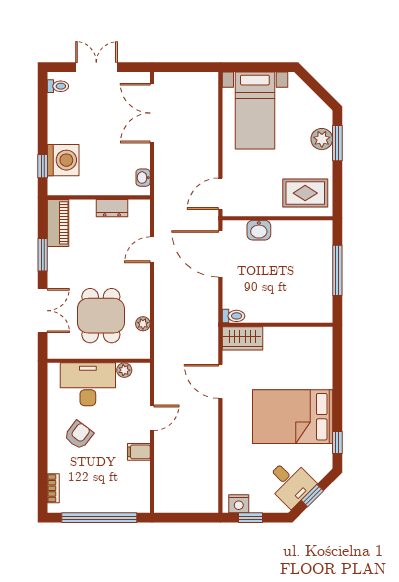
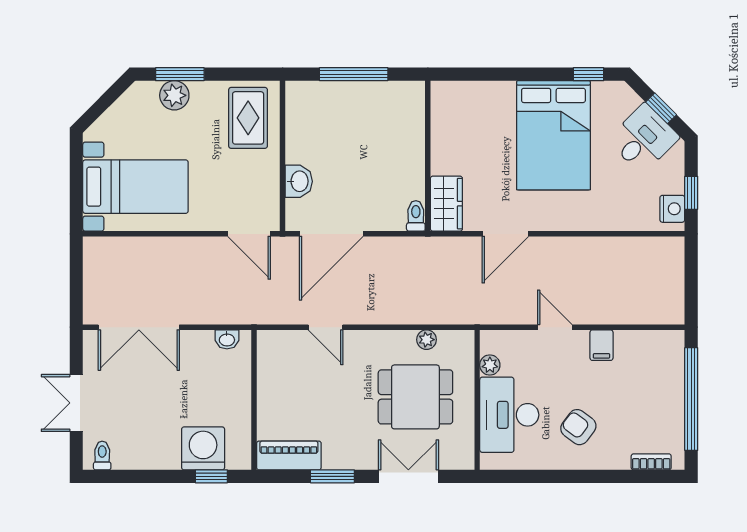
dresser: (112, 208) -> (269, 382), removed

